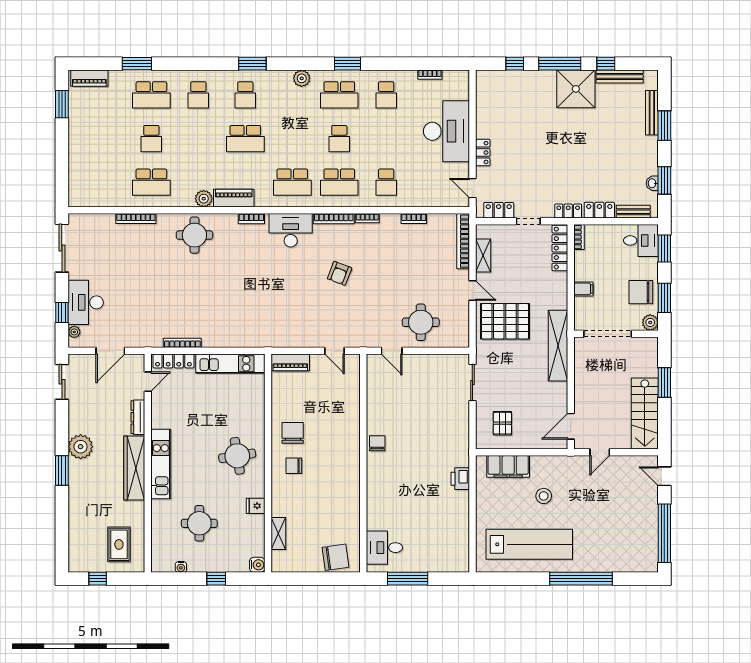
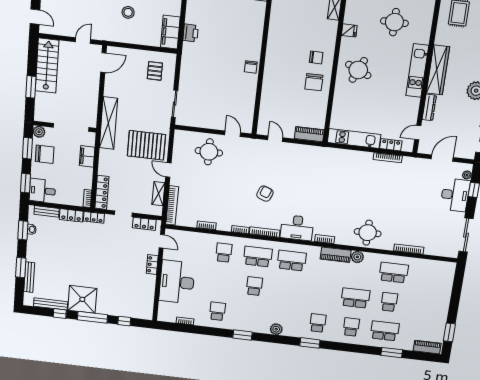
school desk: (339, 95) -> (251, 315), removed
school desk: (245, 139) -> (355, 298), moved
filing cabinet: (583, 289) -> (87, 156), width x2.00
locker: (173, 361) -> (391, 145), width x0.66
round table: (237, 456) -> (358, 70), turned 33
filing cabinet: (508, 466) -> (170, 32), moved, turned -90

